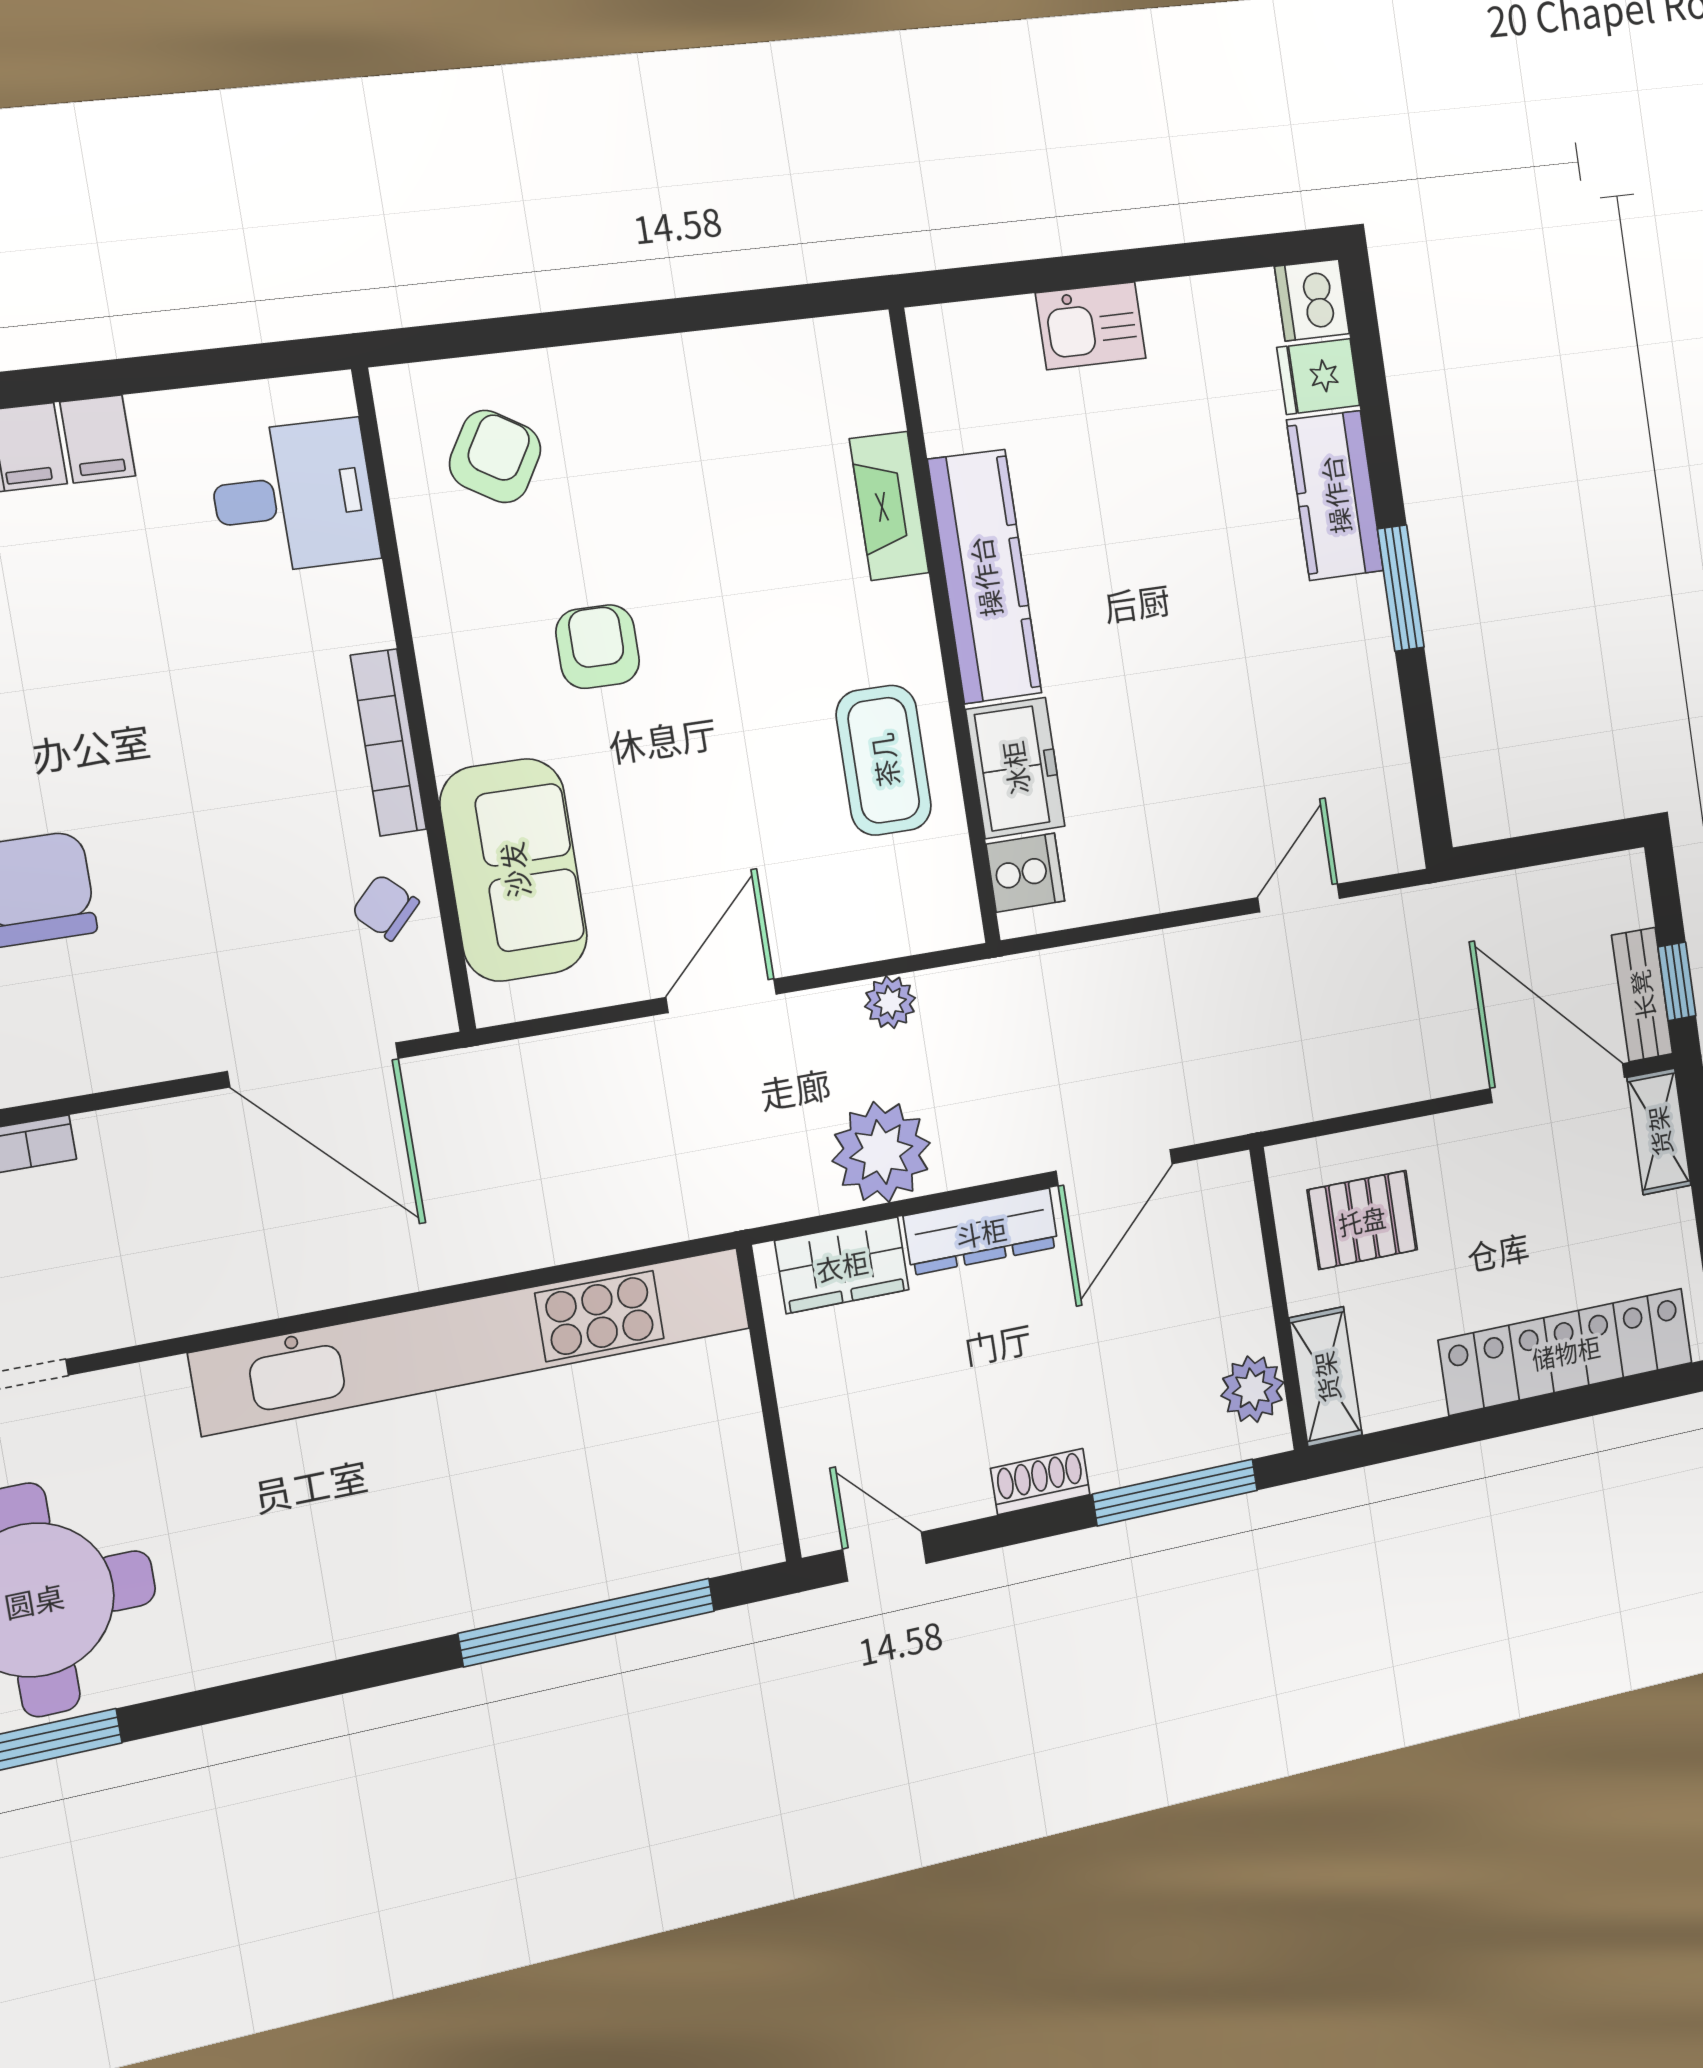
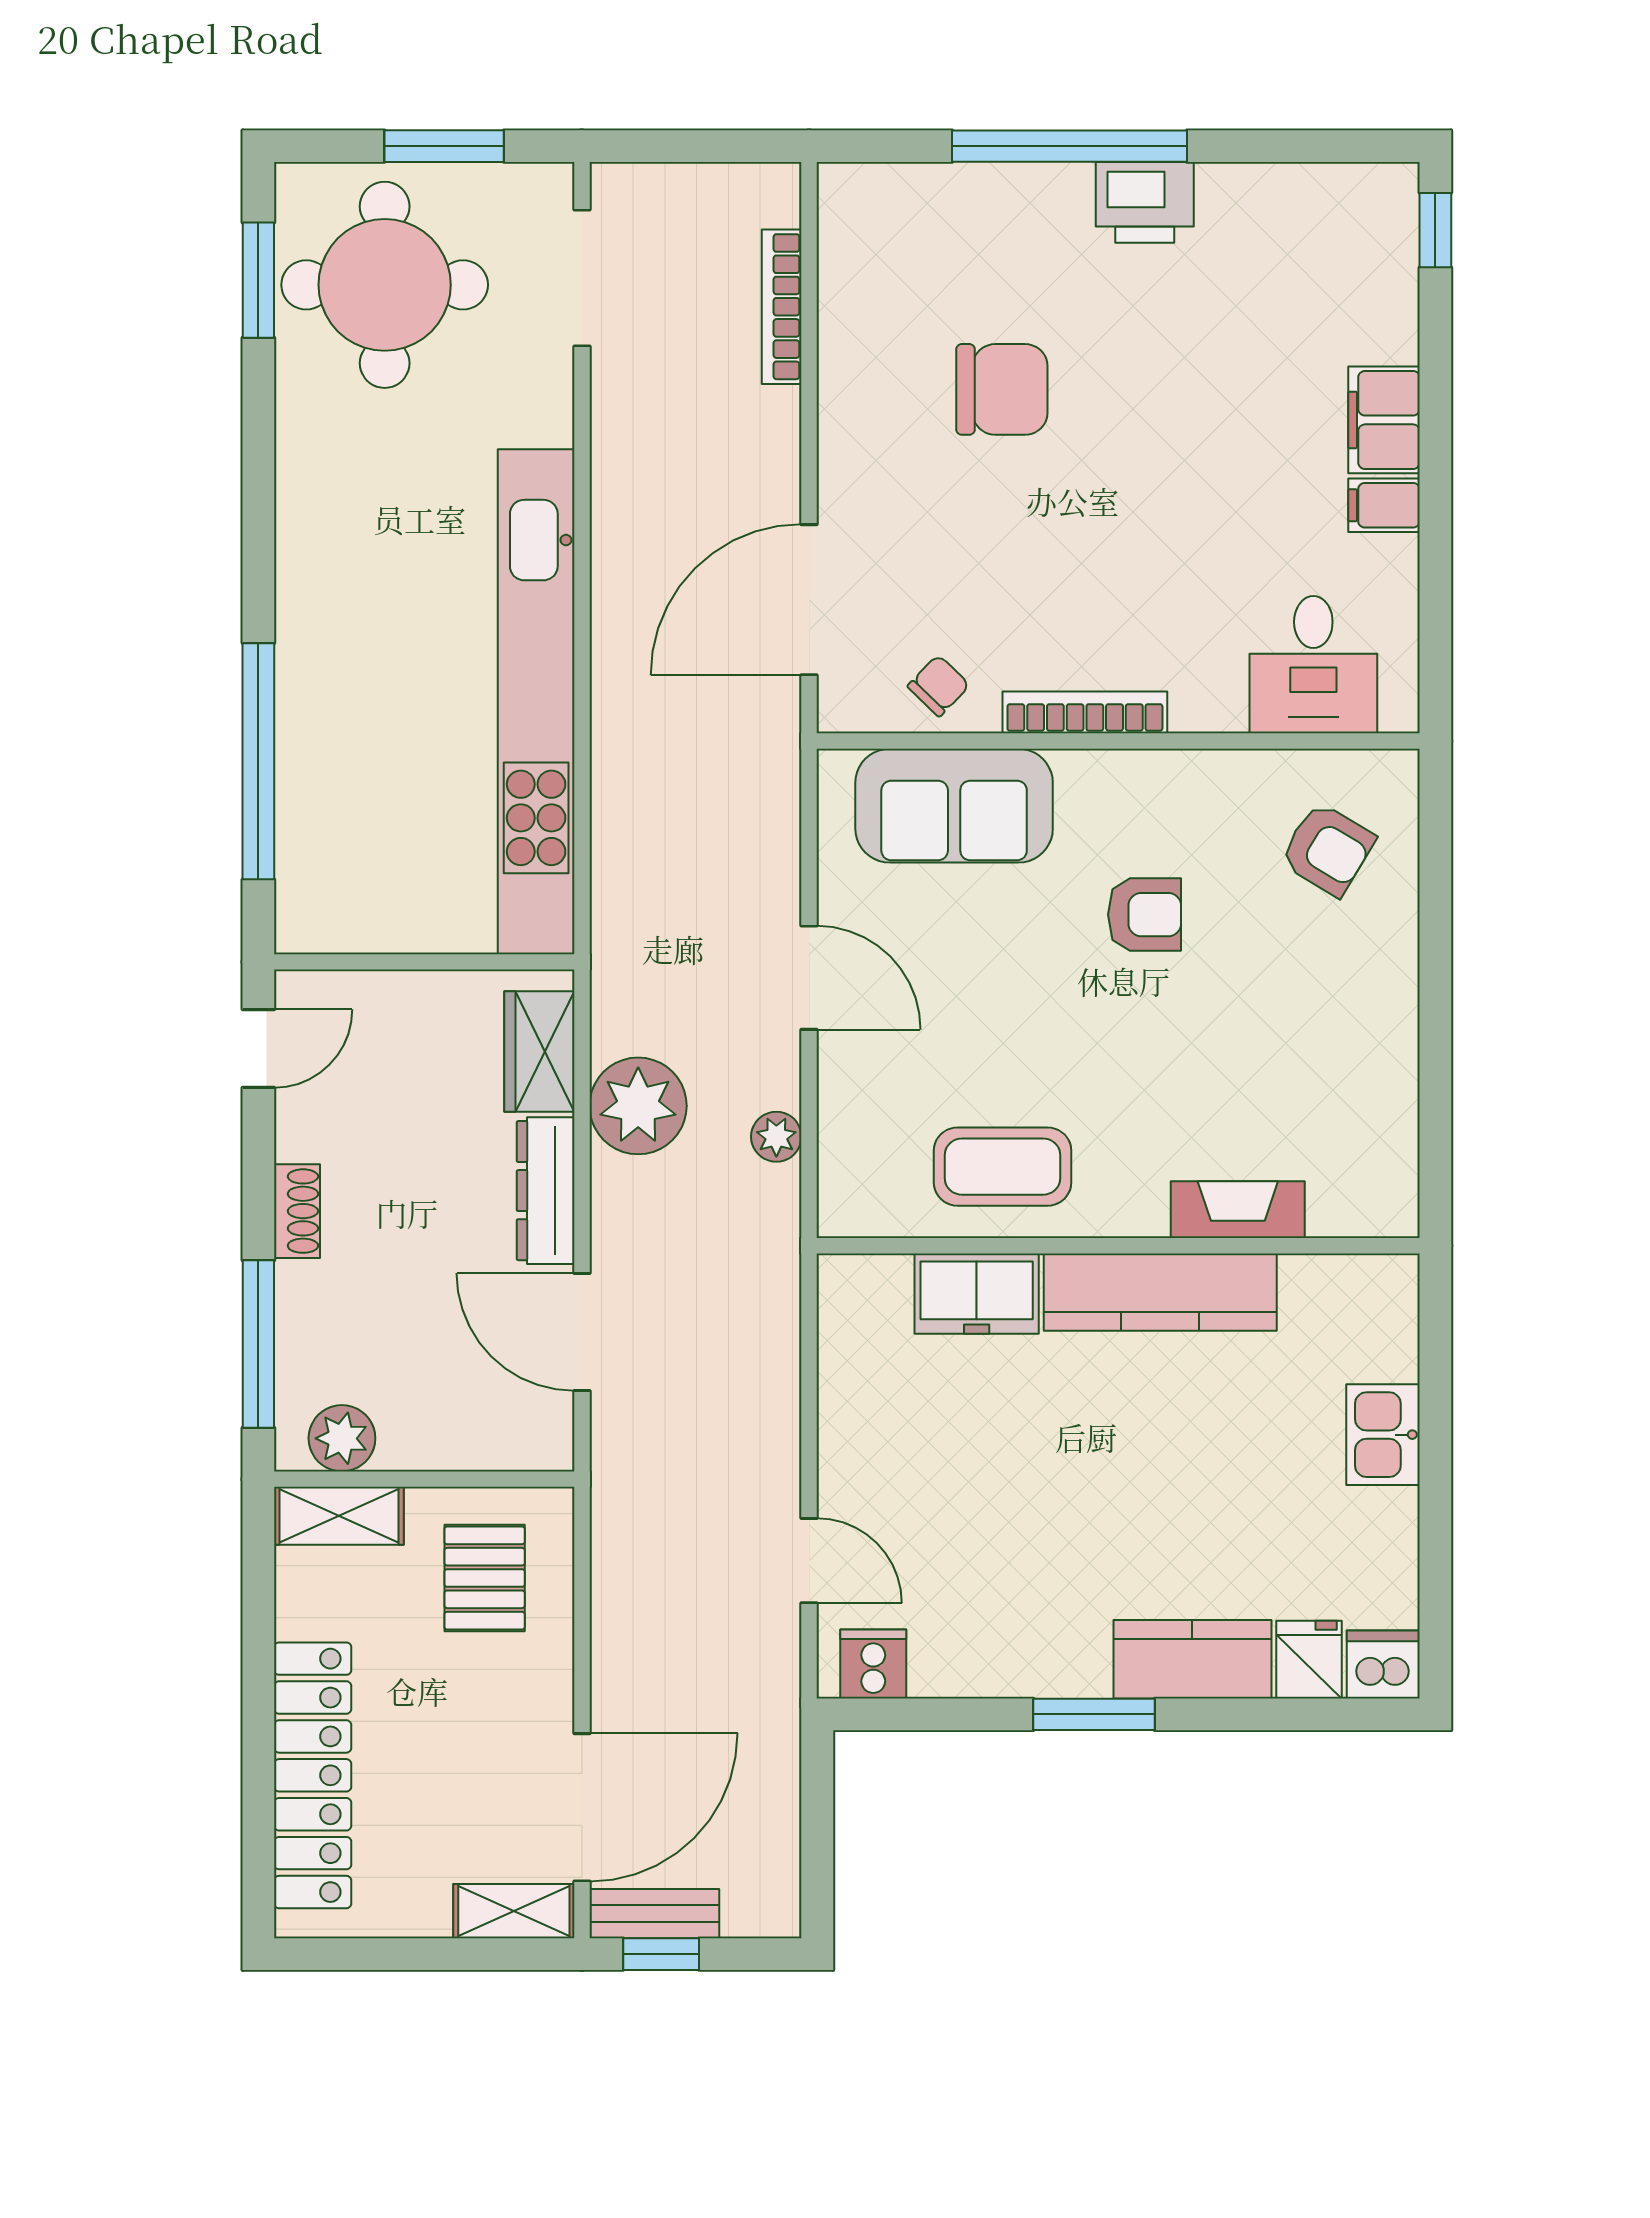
cooker: (1025, 873) -> (873, 1664), moved, turned 180

